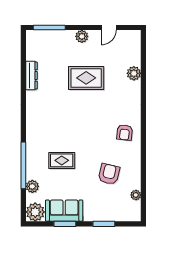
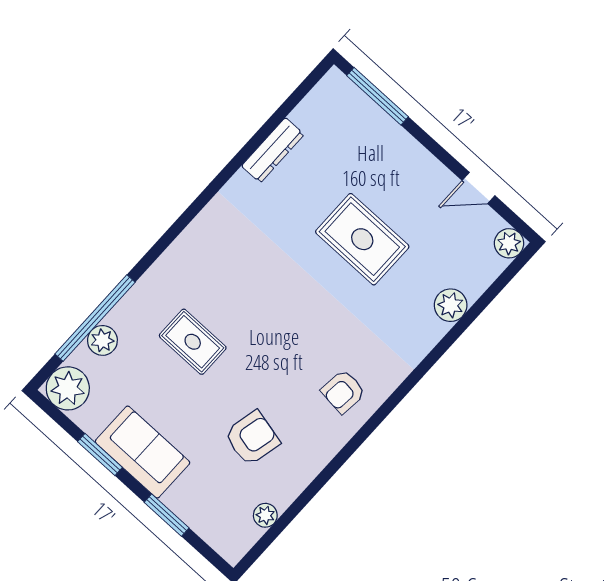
plant: (82, 36) -> (509, 243), moved
window: (23, 165) -> (95, 318), moved
sofa: (64, 211) -> (142, 452), moved

